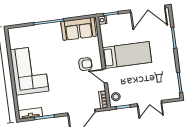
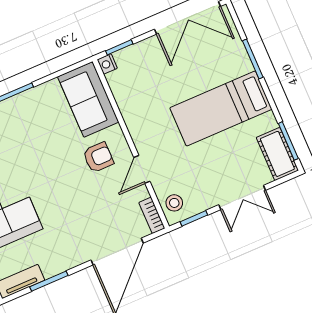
sofa: (79, 29) -> (88, 99), moved, turned 90
bed: (127, 55) -> (221, 108), moved, turned 180
door: (105, 76) -> (142, 169), hinge flipped
cot: (173, 87) -> (277, 154), added

